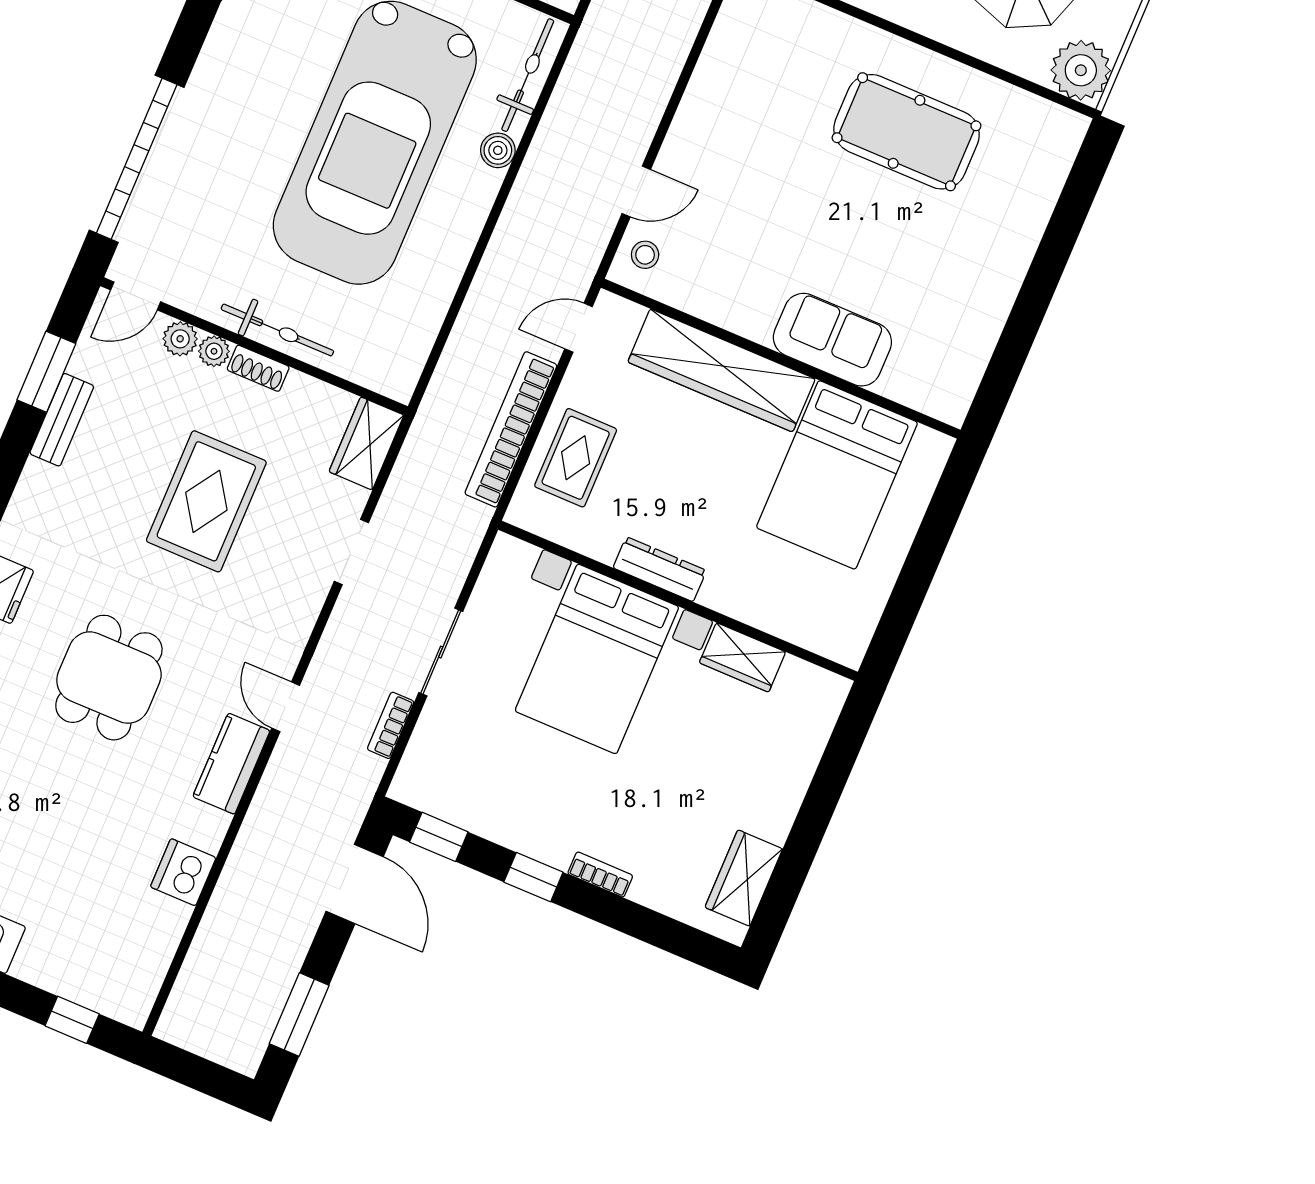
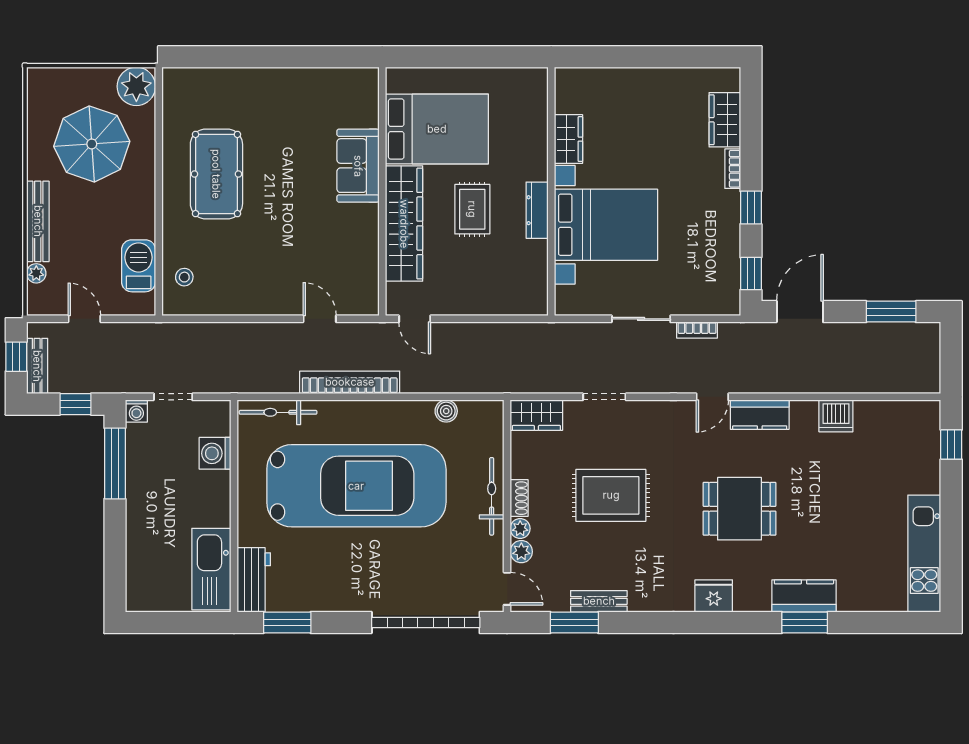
boiler: (498, 150) -> (446, 411), moved
stool: (645, 255) -> (184, 277), moved
bookcase: (511, 429) -> (350, 382), moved, turned 180
rug: (576, 458) -> (472, 209), moved, turned 90
wardrobe: (744, 878) -> (725, 120), moved, turned 90

